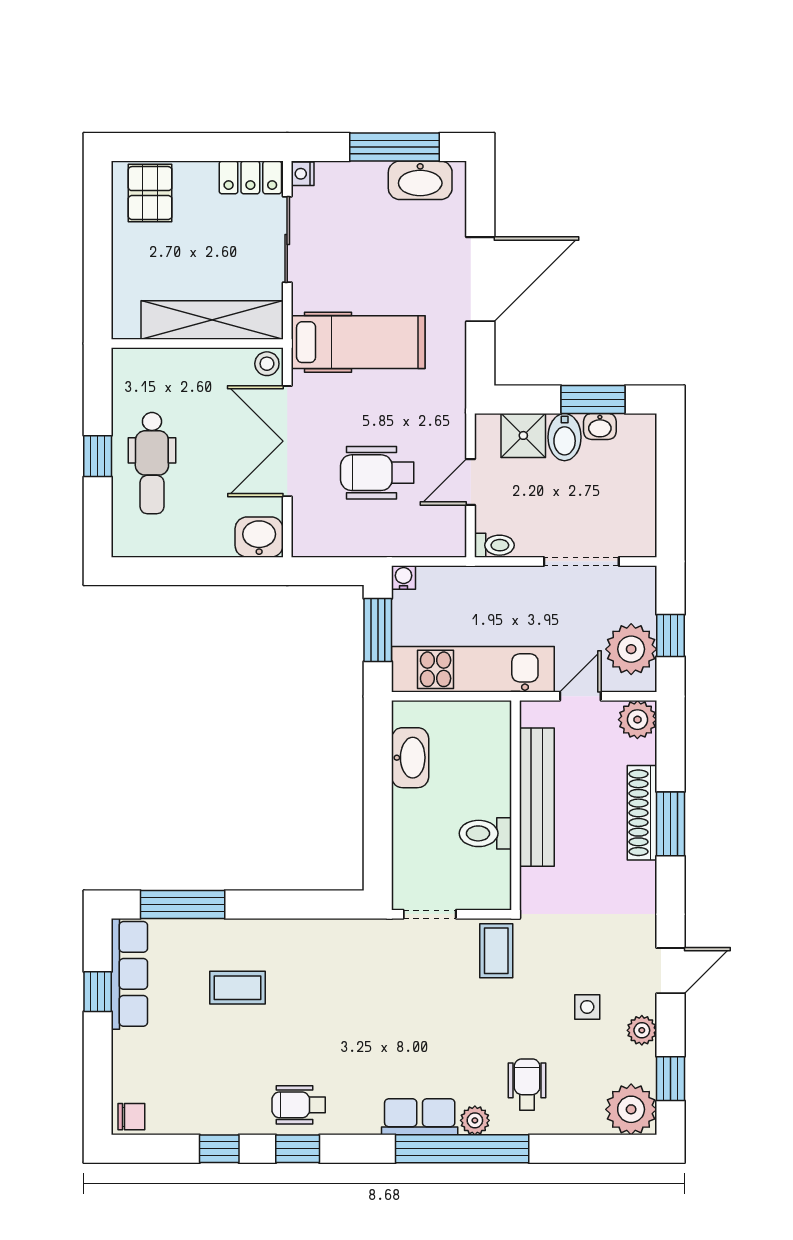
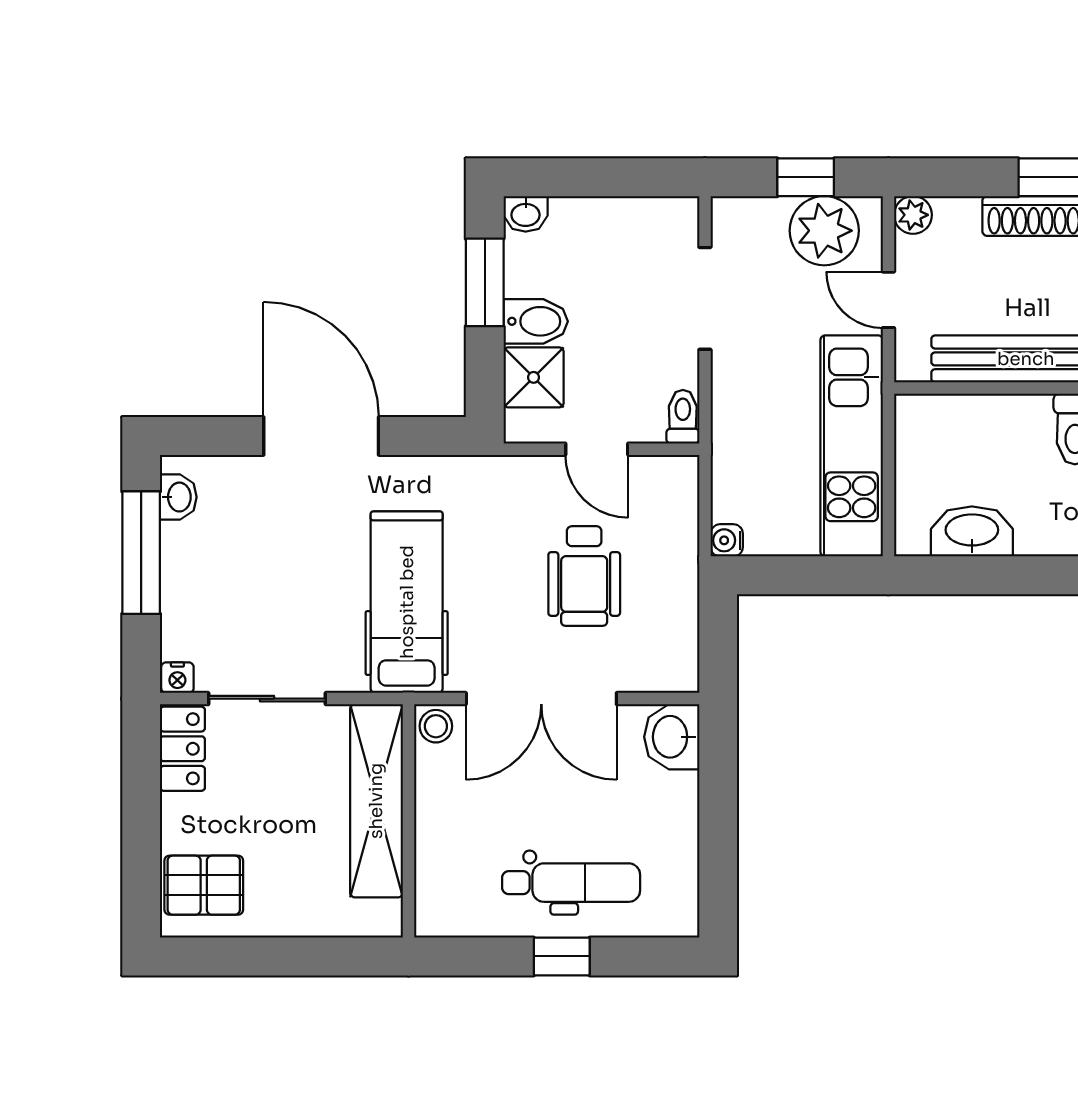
washbasin: (420, 180) -> (178, 497), width x0.52, depth x0.69
washbasin: (600, 426) -> (526, 214), moved, turned 90
window: (378, 630) -> (798, 575), removed
plant: (637, 720) -> (913, 215), width x0.73, depth x0.73

